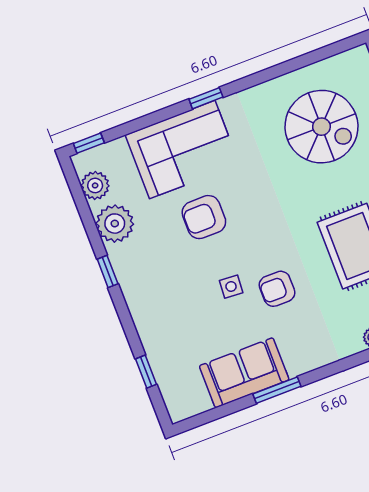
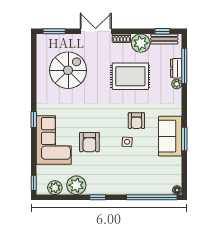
window: (146, 372) -> (152, 197), width x3.17
sofa: (244, 373) -> (170, 136), moved
floor lamp: (177, 413) -> (177, 190), added

